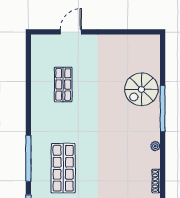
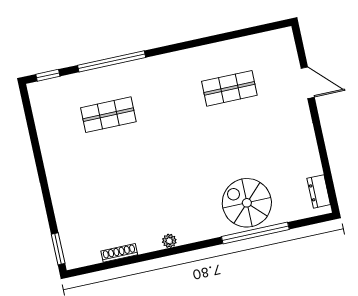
dresser: (144, 40) -> (319, 191), added
window: (163, 109) -> (255, 233), moved
shop shelf: (63, 168) -> (108, 115), width x0.70, depth x0.74

